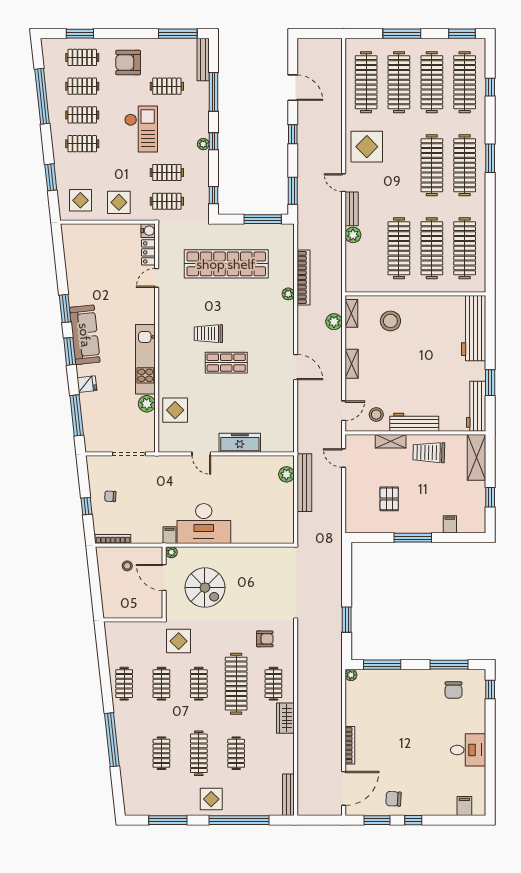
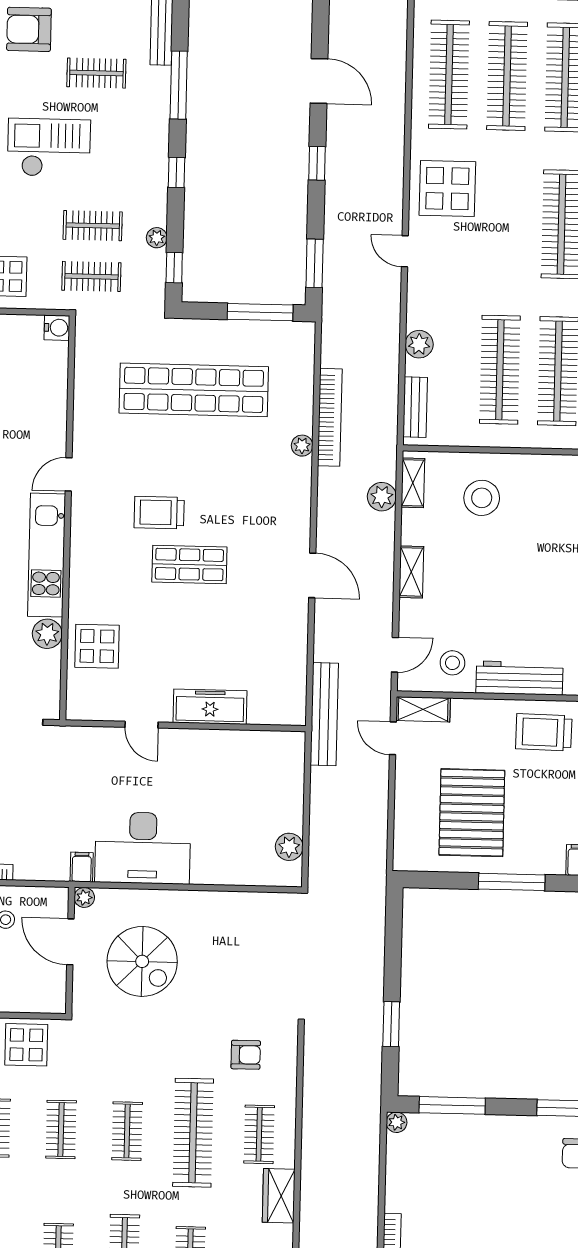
checkout: (141, 129) -> (49, 148), turned -90
plant: (203, 144) -> (157, 238), moved
bench: (352, 209) -> (415, 407), moved
locker: (148, 252) -> (56, 366), removed
door: (157, 278) -> (69, 474), moved
shelving: (391, 441) -> (423, 709), moved
plant: (286, 474) -> (289, 847), moved
bench: (304, 483) -> (324, 714), moved
pallet: (389, 499) -> (472, 813), width x2.05, depth x2.00
display table: (179, 641) -> (26, 1045), moved

